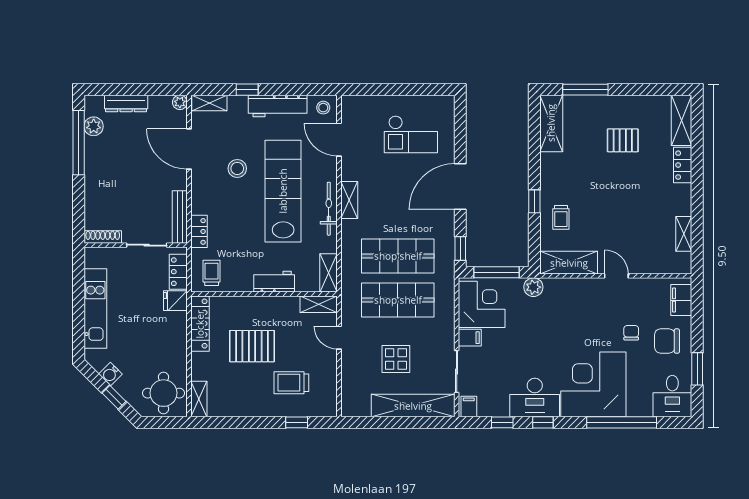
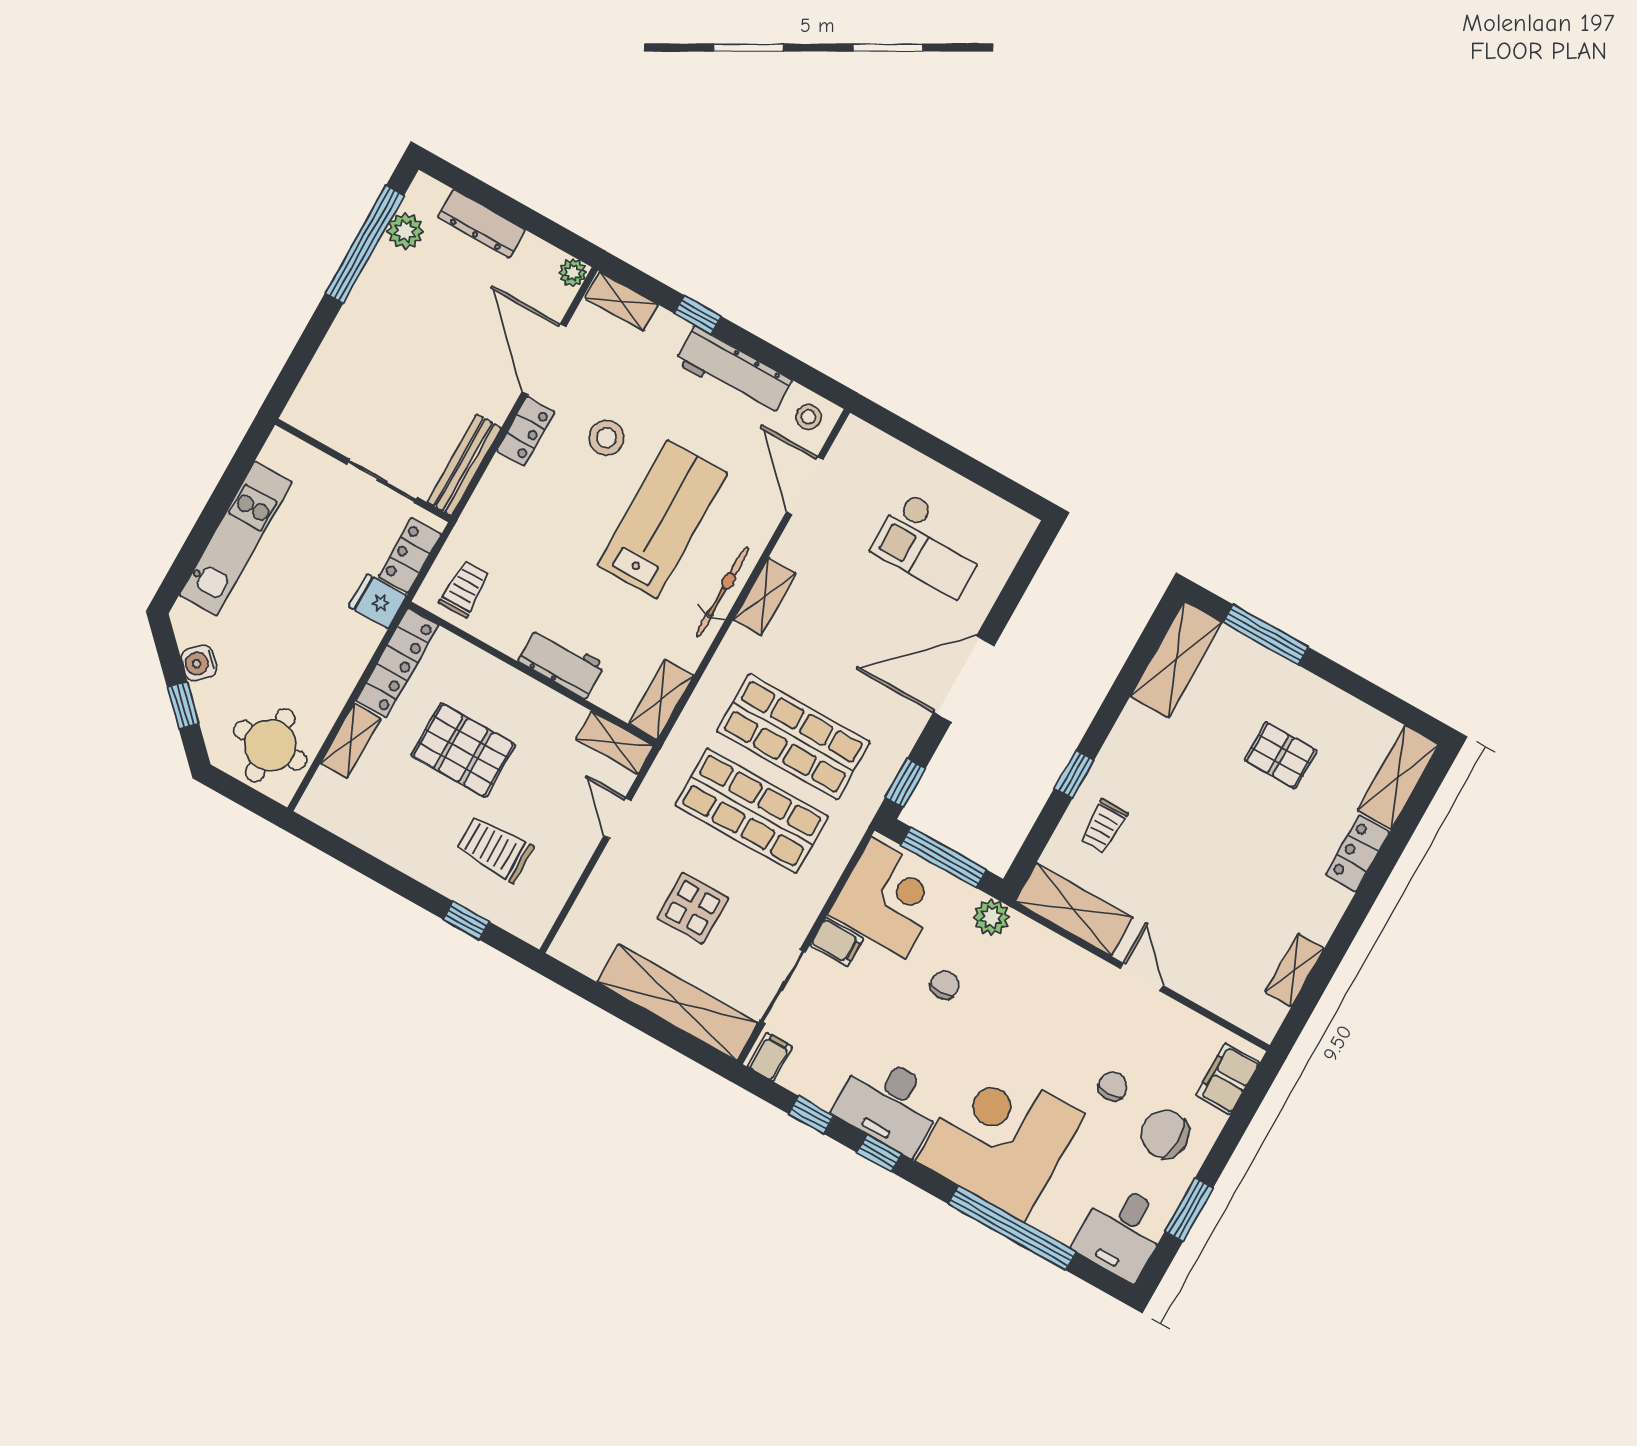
lab bench: (283, 191) -> (662, 519), width x0.73
locker: (199, 231) -> (526, 431), moved
shoe rack: (103, 237) -> (316, 426), removed
chair: (529, 330) -> (945, 985), added
shelving: (199, 399) -> (351, 741), moved

